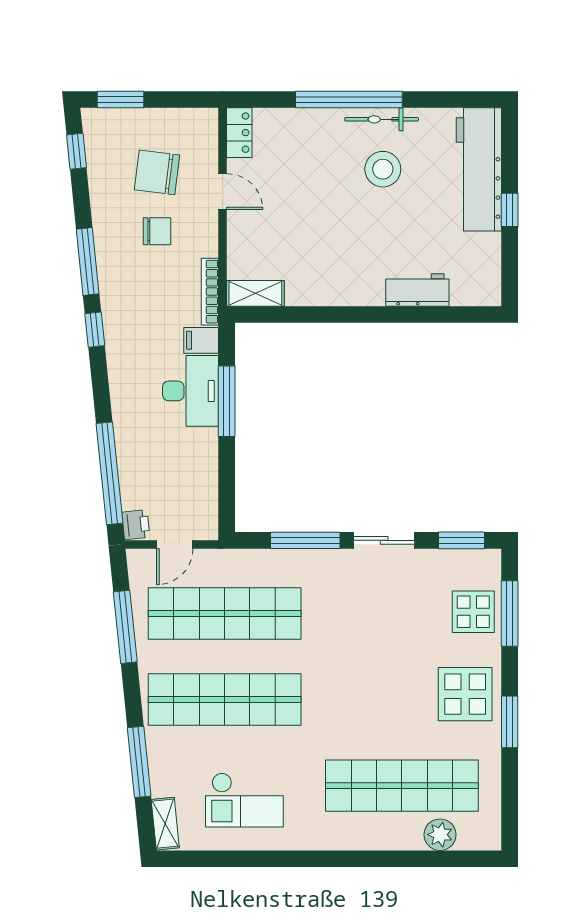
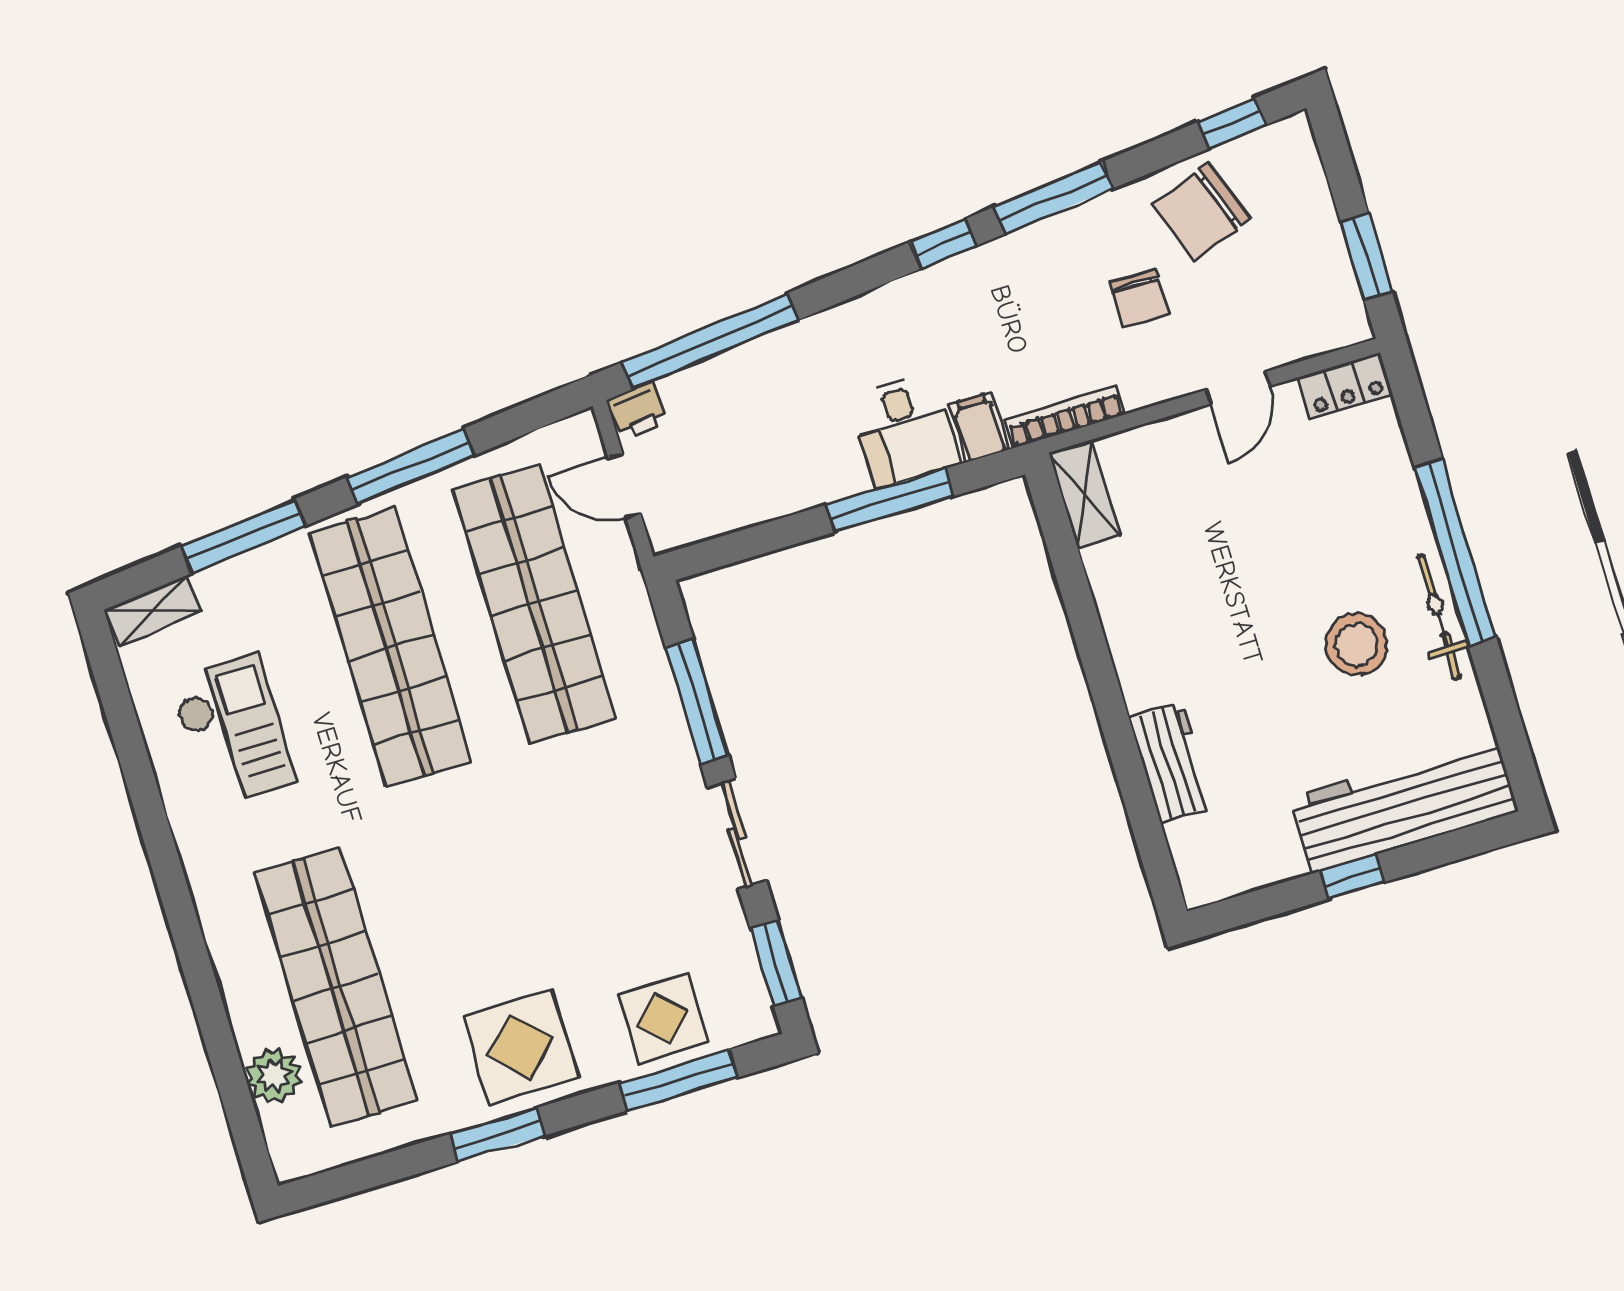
window: (120, 100) -> (1366, 257), moved
chair: (157, 172) -> (1201, 212), moved, turned -117
desk: (191, 391) -> (905, 430), width x0.73
window: (125, 627) -> (410, 466), moved
checkout: (244, 800) -> (233, 731), turned 180

